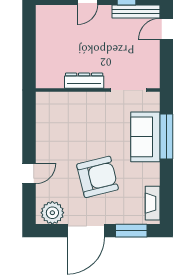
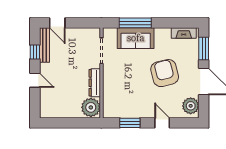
plant: (50, 75) -> (91, 107), added
window: (29, 129) -> (130, 123), added

